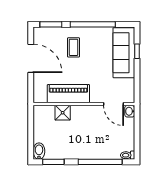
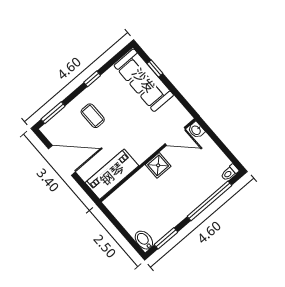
window: (93, 24) -> (92, 79), width x0.32
piano: (68, 94) -> (112, 174), moved
shower: (63, 113) -> (158, 165), moved

